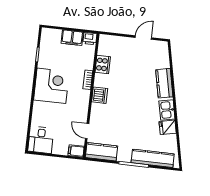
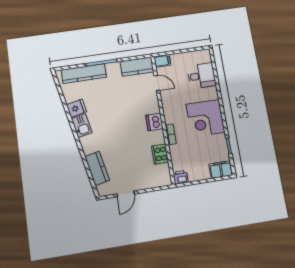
filing cabinet: (72, 38) -> (221, 170), moved
kitchen counter: (164, 83) -> (97, 168), moved
desk: (41, 140) -> (201, 76), moved, turned 90

